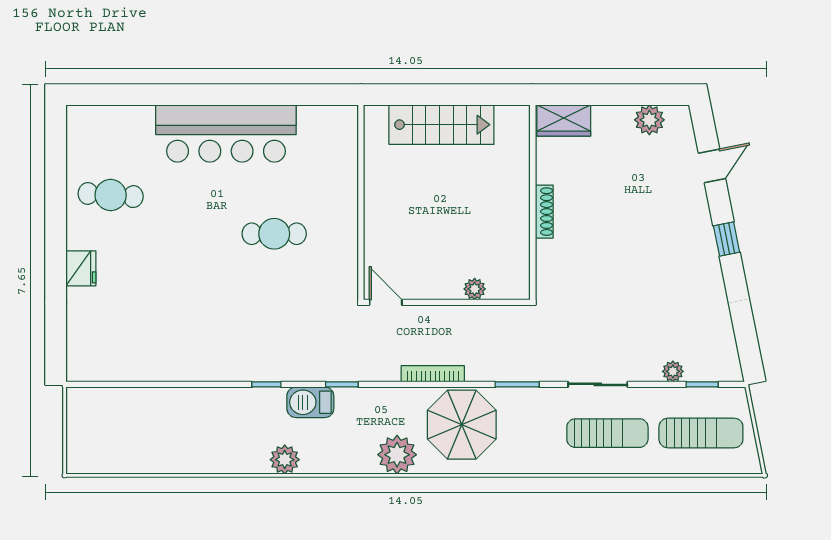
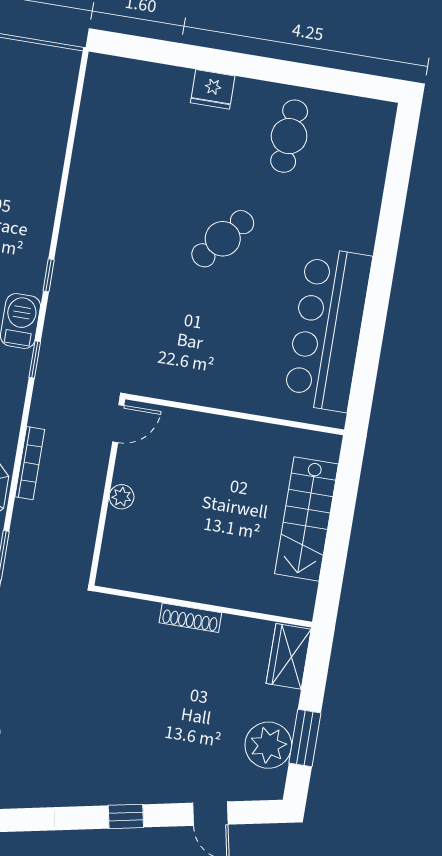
window: (632, 95) -> (305, 738), added
plant: (649, 120) -> (268, 745), width x1.36, depth x1.36
bar counter: (226, 133) -> (328, 329), moved
cafe table: (274, 234) -> (223, 239), moved, turned 40
plant: (475, 289) -> (122, 497), moved

